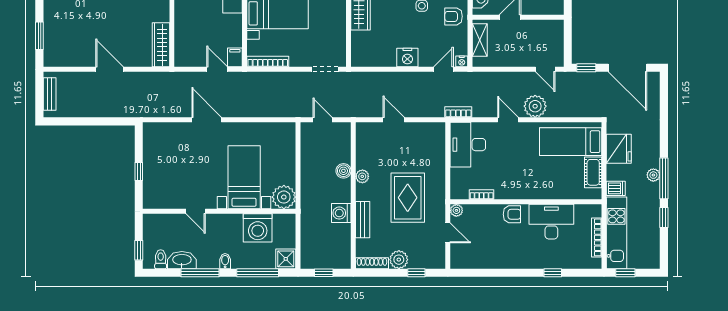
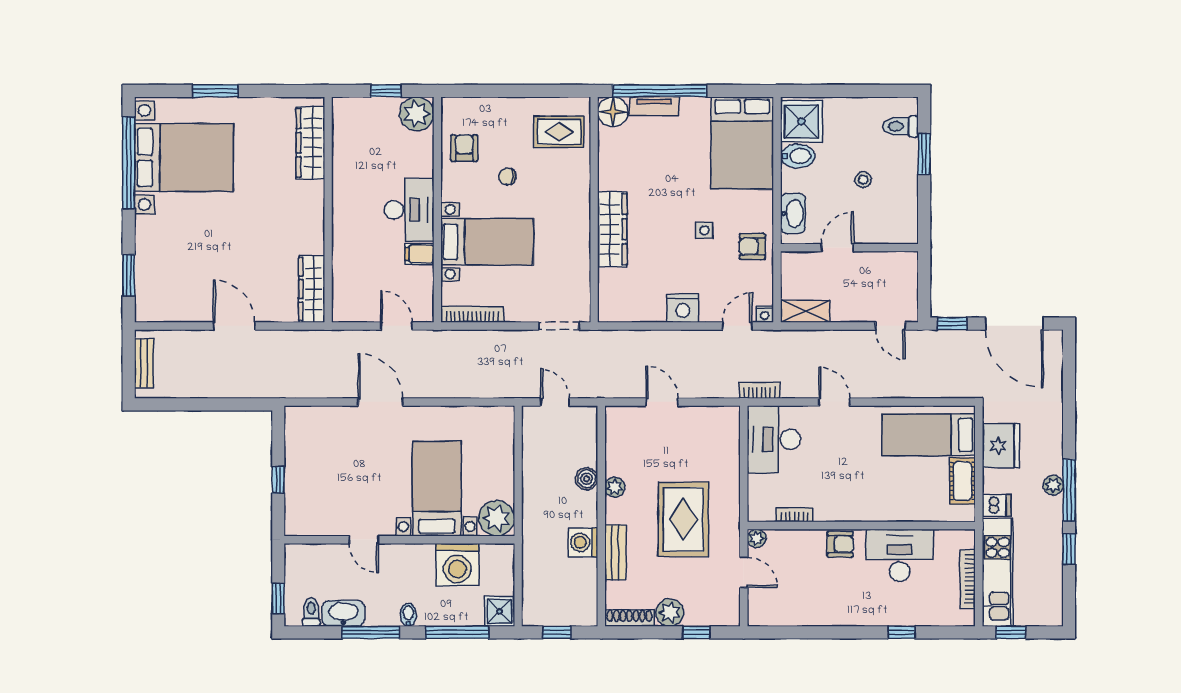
shelving: (480, 40) -> (805, 311), moved, turned 90
filing cabinet: (235, 57) -> (419, 254), moved, turned -90
plant: (535, 106) -> (875, 382), removed

